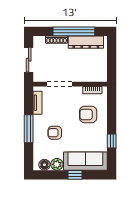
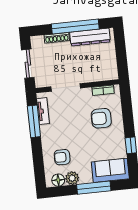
window: (29, 129) -> (34, 121), moved
armchair: (55, 133) -> (62, 157), moved
sofa: (85, 161) -> (110, 170), width x0.73
window: (75, 175) -> (94, 188), width x2.17

